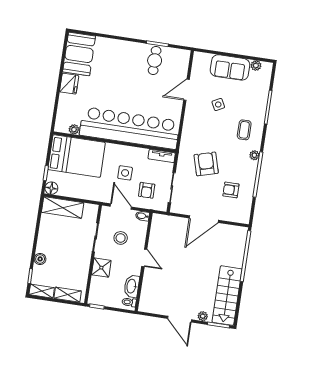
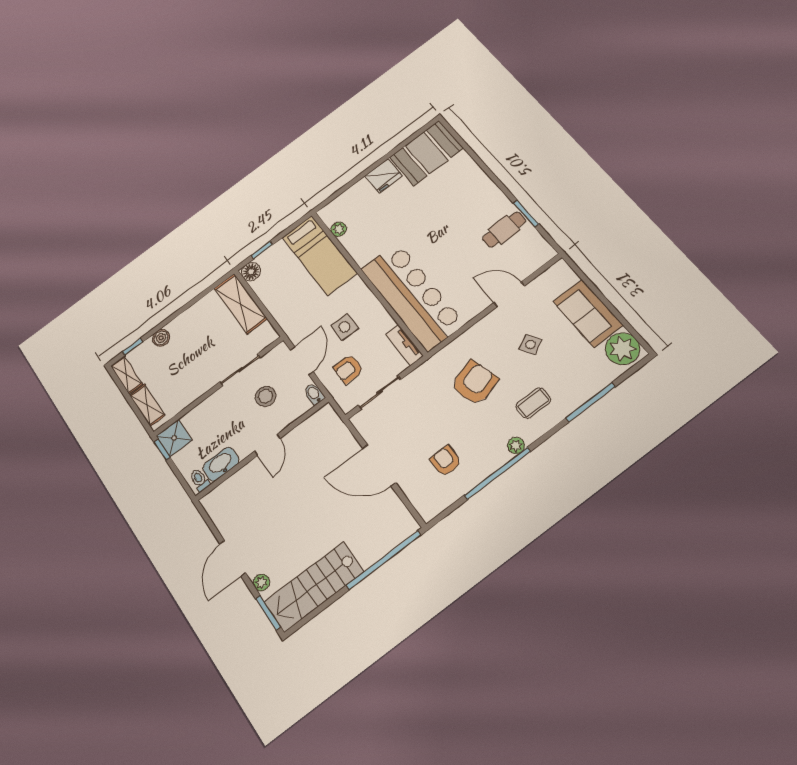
plant: (256, 65) -> (622, 349), width x1.88, depth x1.88
bar counter: (130, 128) -> (412, 296), width x0.73
bed: (77, 156) -> (320, 255), width x0.67
armchair: (206, 164) -> (474, 383), moved
shower: (101, 268) -> (174, 438), moved

